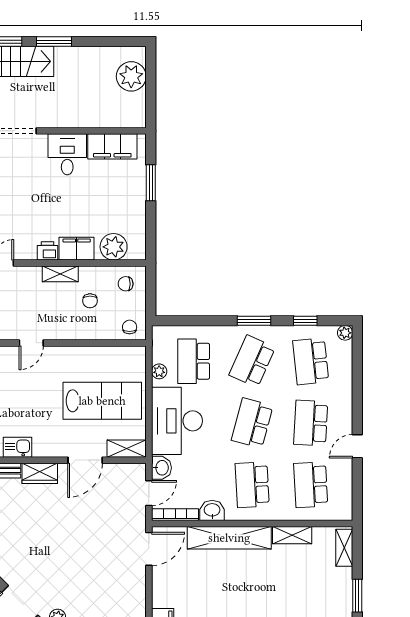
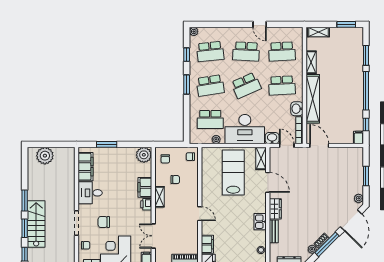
chair: (17, 178) -> (104, 222), added
plant: (114, 247) -> (144, 155), moved
school desk: (252, 361) -> (210, 85), turned -33
school desk: (252, 423) -> (246, 85), turned -39

